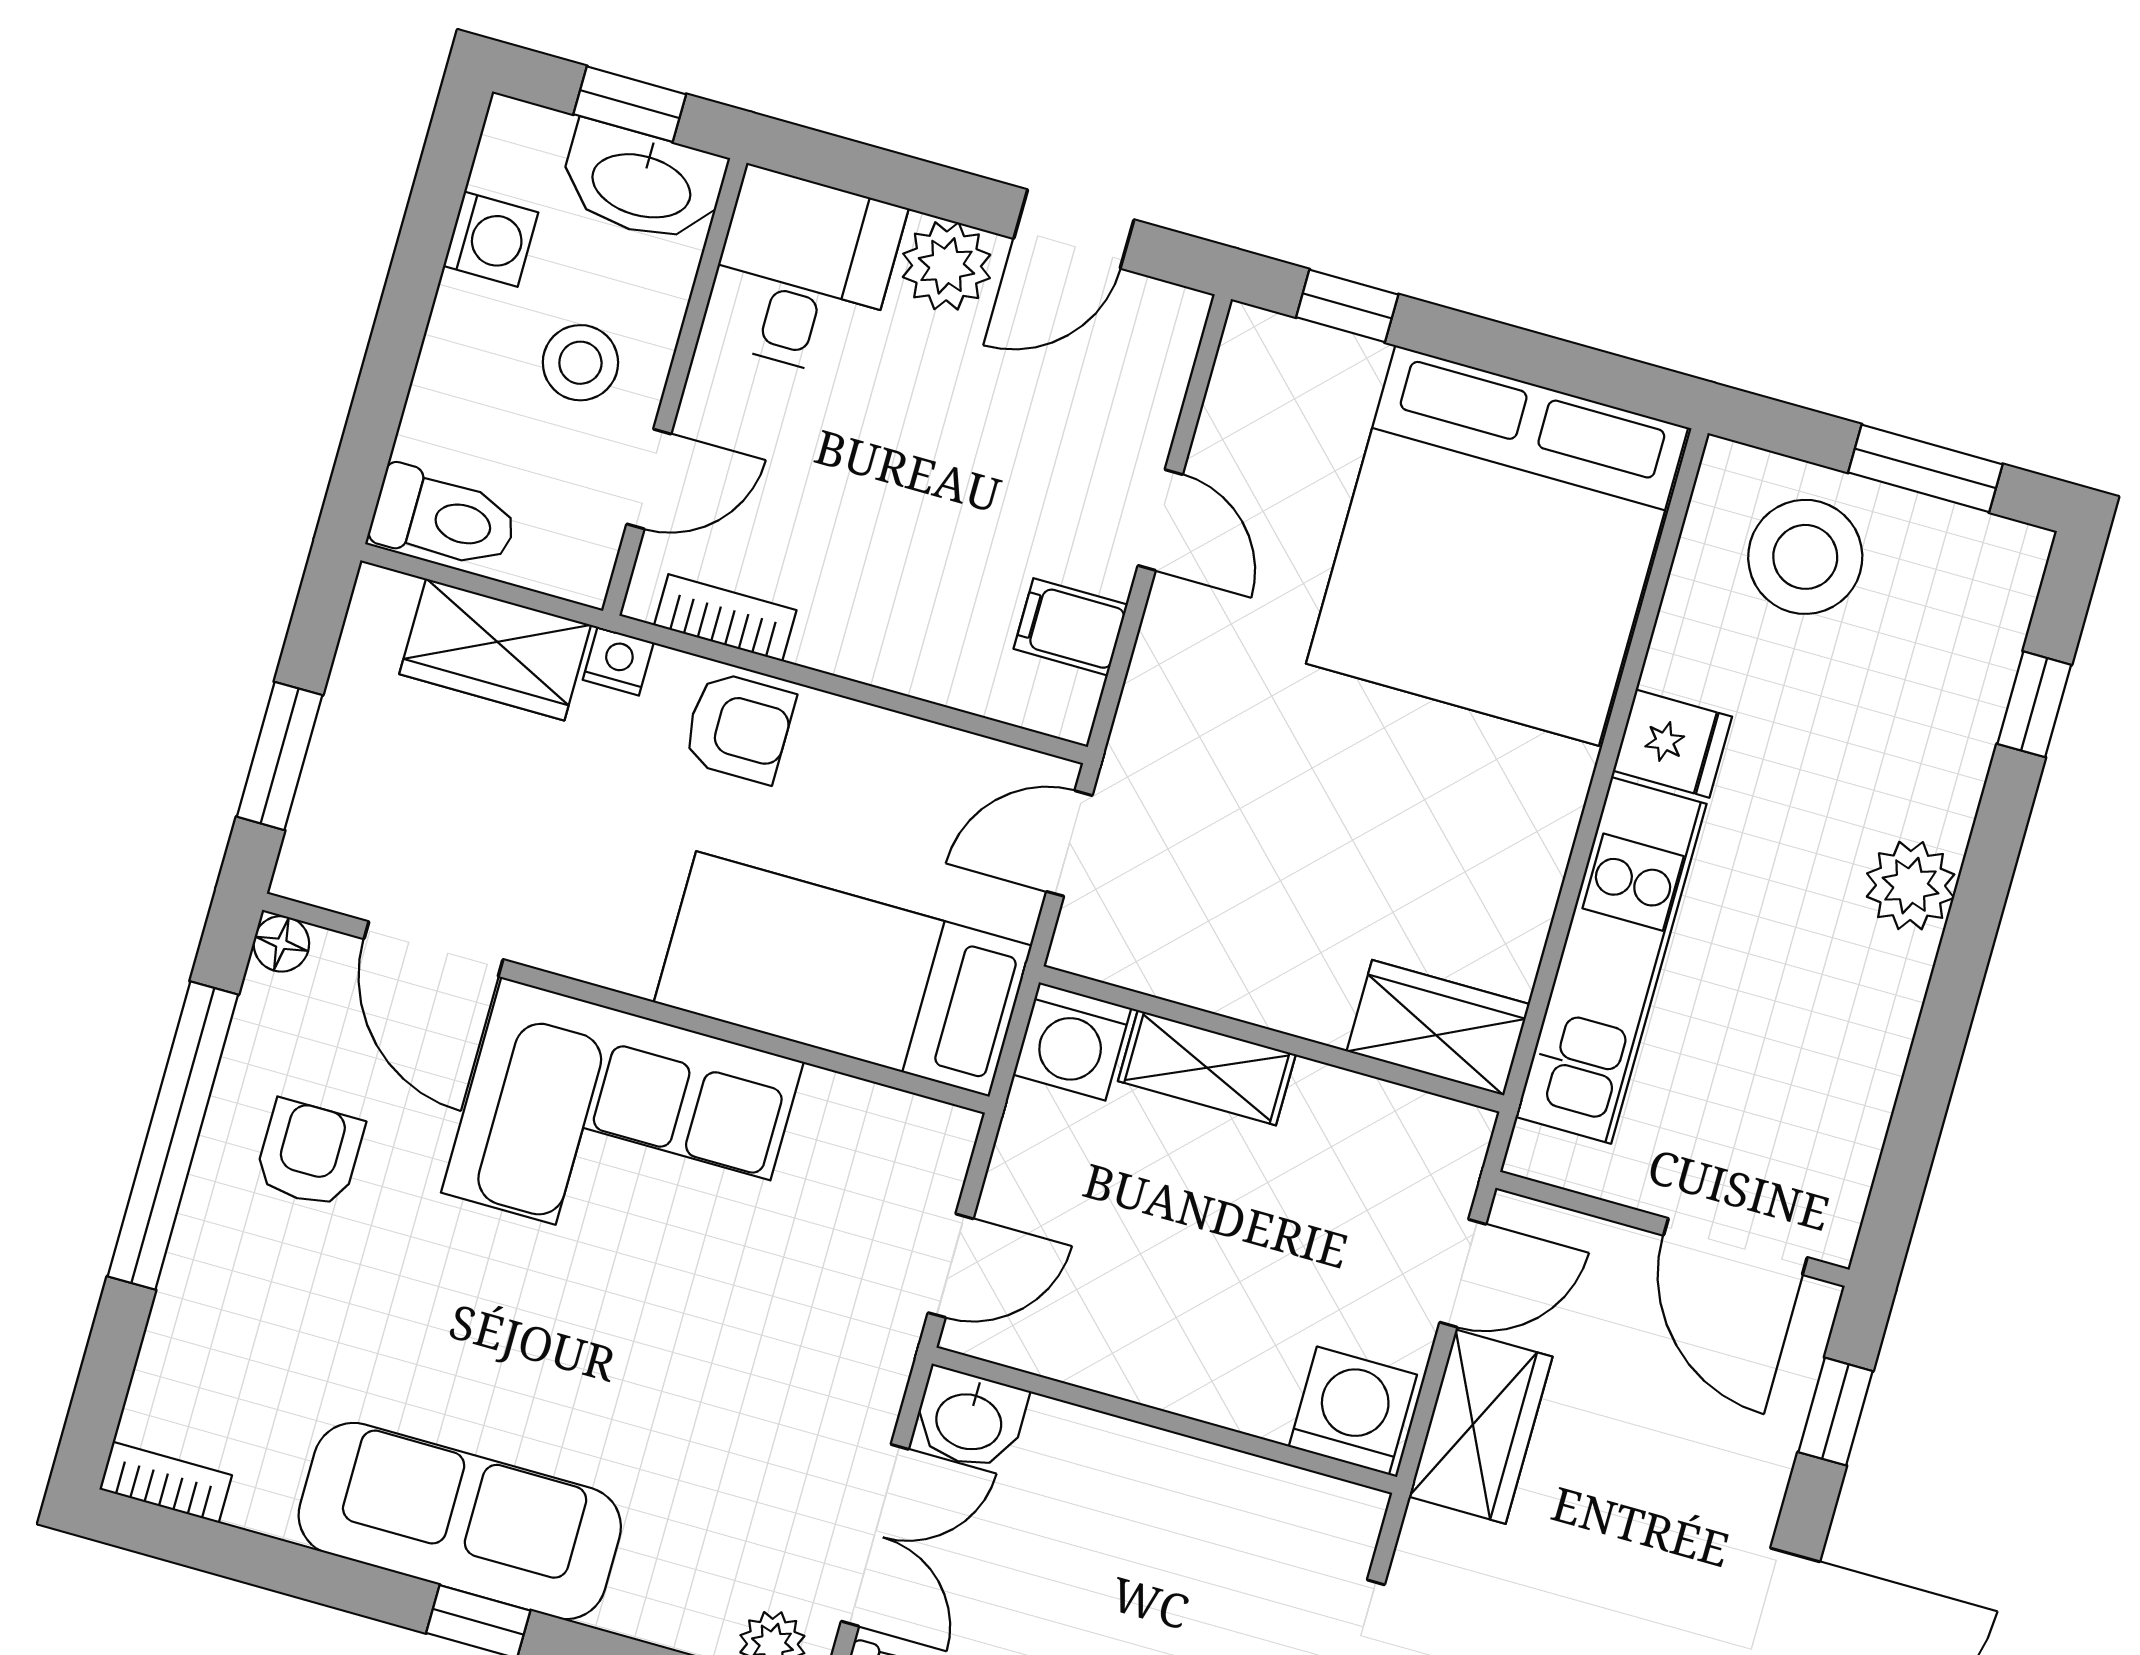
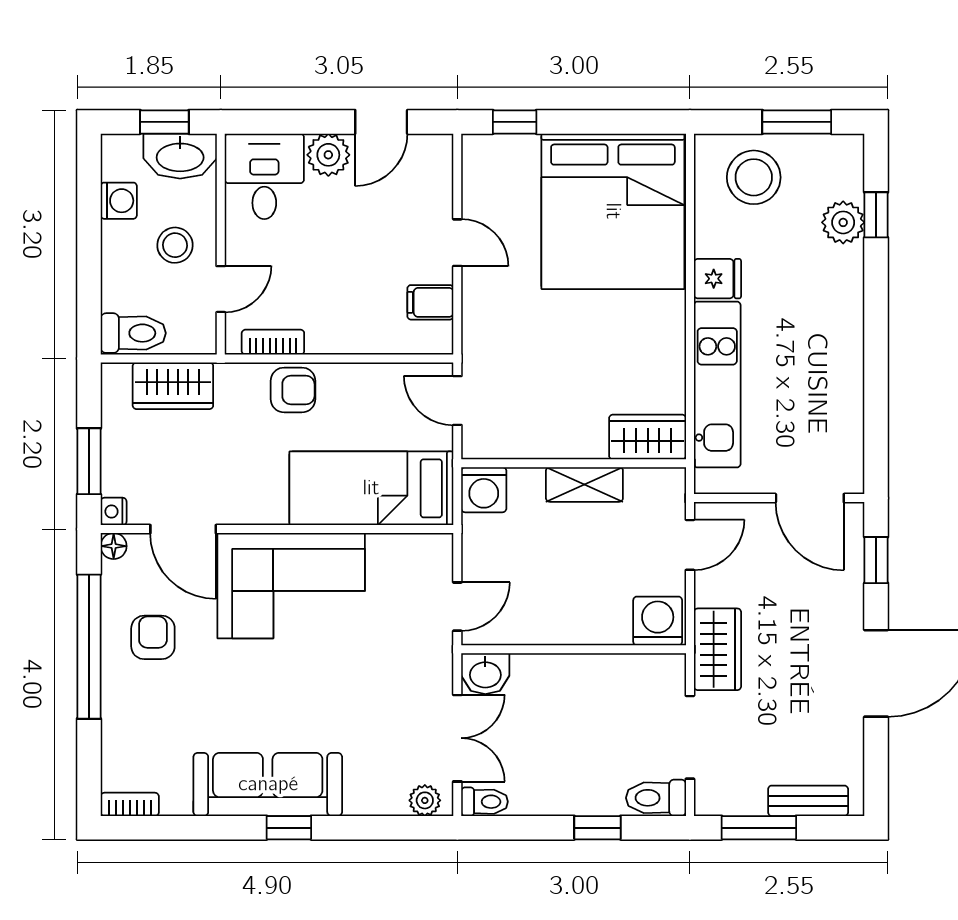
nightstand: (618, 661) -> (114, 511), moved, turned -90
door: (1069, 843) -> (457, 401), hinge flipped
plant: (1911, 886) -> (843, 222), moved
shelving: (1207, 1068) -> (584, 484), moved
wardrobe: (1481, 1427) -> (717, 649), moved

